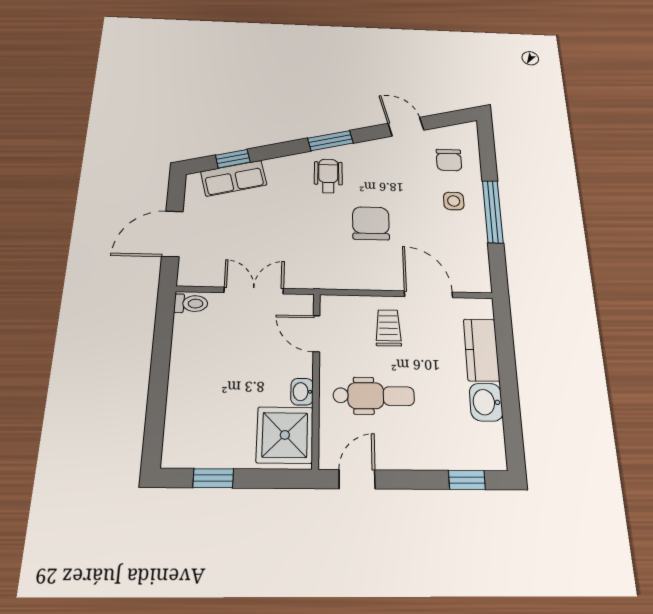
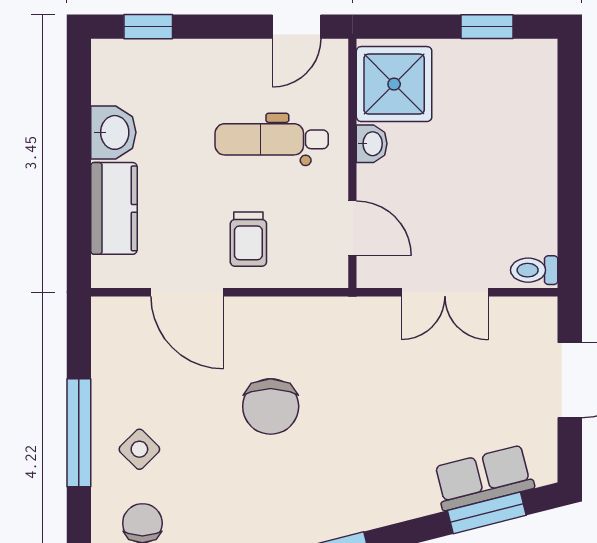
window: (233, 159) -> (487, 513), width x1.50
wheelchair: (328, 176) -> (336, 487), removed
side table: (454, 201) -> (139, 449), turned 45

